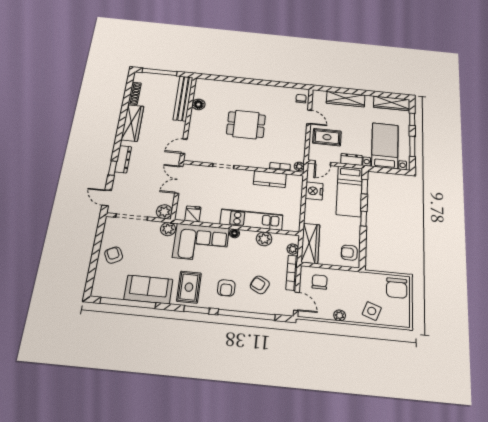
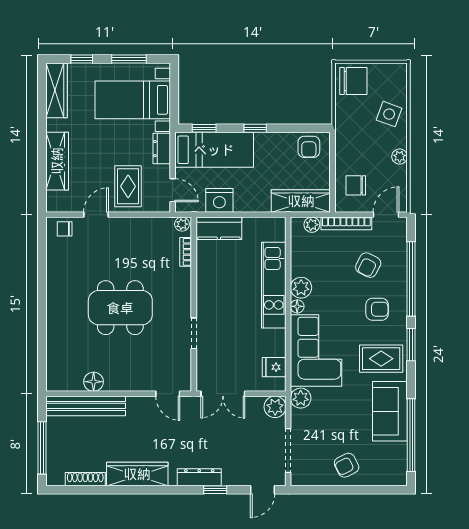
dining table: (246, 125) -> (120, 308), width x1.38
kitchen counter: (270, 179) -> (219, 228), moved, turned 90
plant: (264, 239) -> (301, 288), moved

